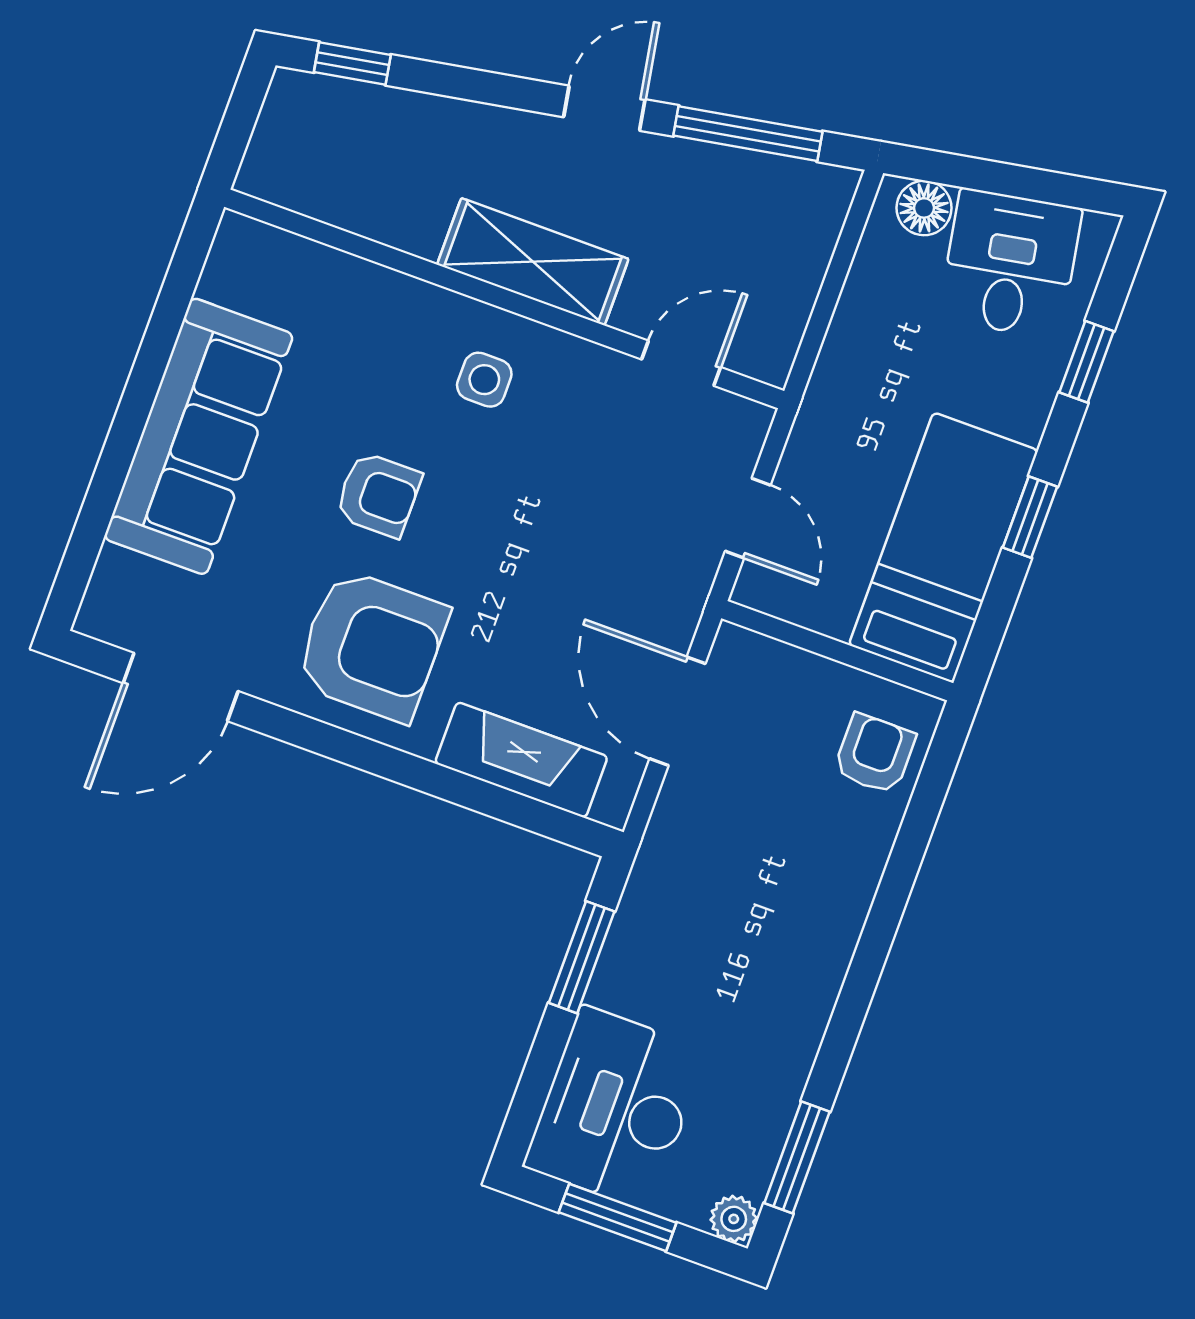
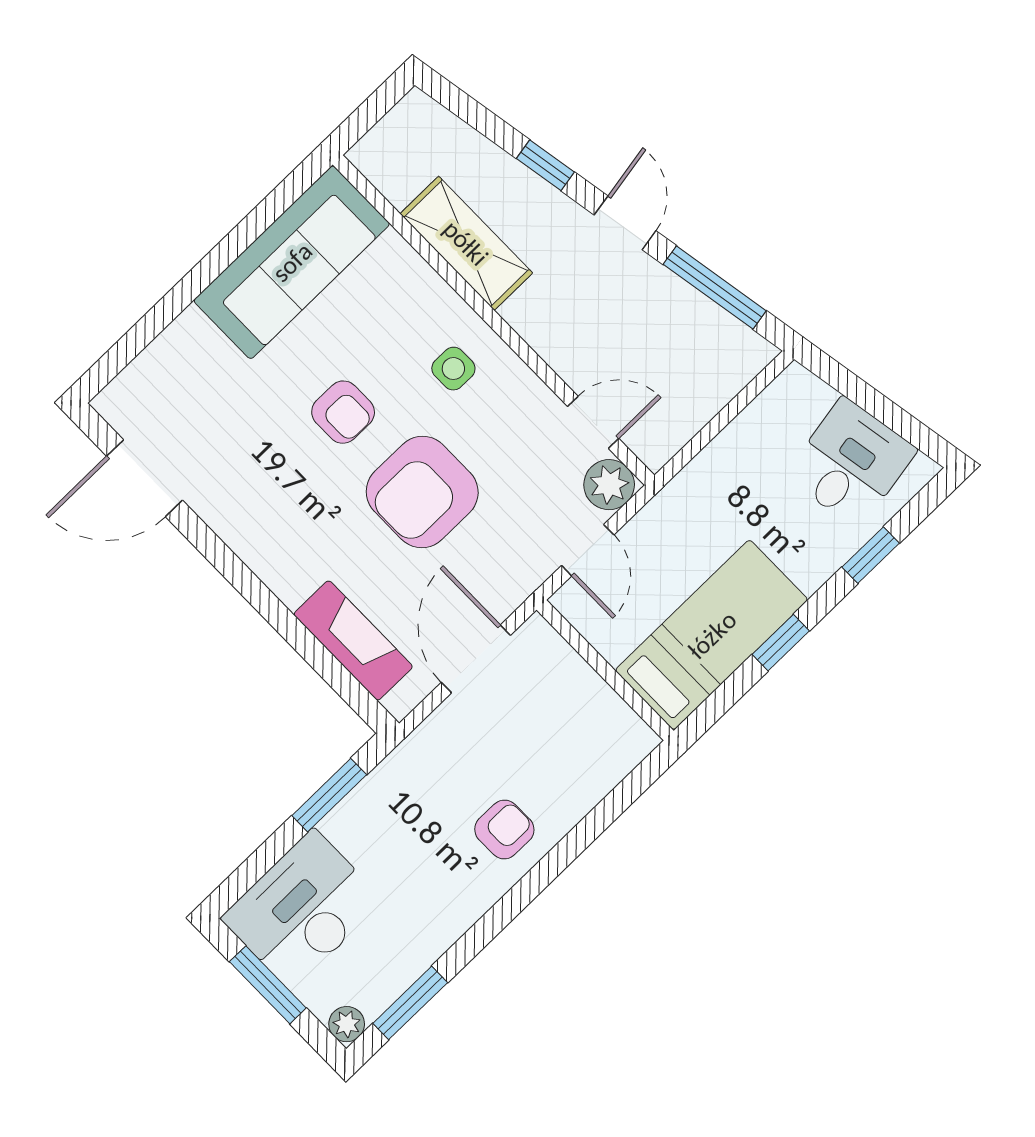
window: (352, 64) -> (545, 165), moved
door: (604, 108) -> (625, 223), hinge flipped
floor lamp: (924, 208) -> (810, 396), removed
shelving: (533, 262) -> (466, 243), moved
plant: (736, 428) -> (609, 485), added
sofa: (199, 436) -> (292, 262), moved
armchair: (372, 645) -> (422, 492), moved, turned 90
armchair: (874, 754) -> (504, 830), moved

